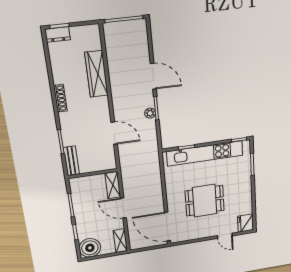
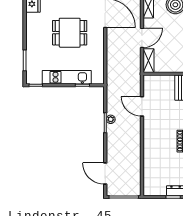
wardrobe: (96, 74) -> (150, 157), removed
door: (153, 76) -> (105, 174), moved
kitchen unit: (205, 153) -> (67, 77), width x0.73
door: (123, 208) -> (142, 38), hinge flipped

